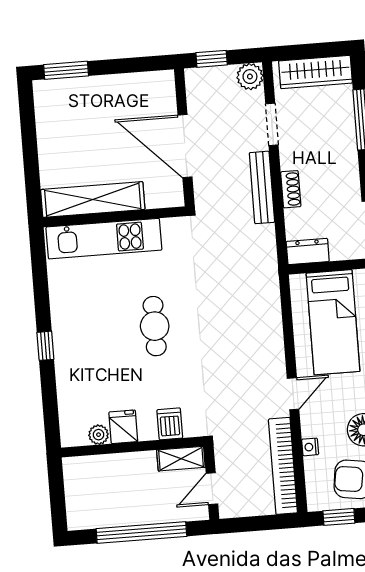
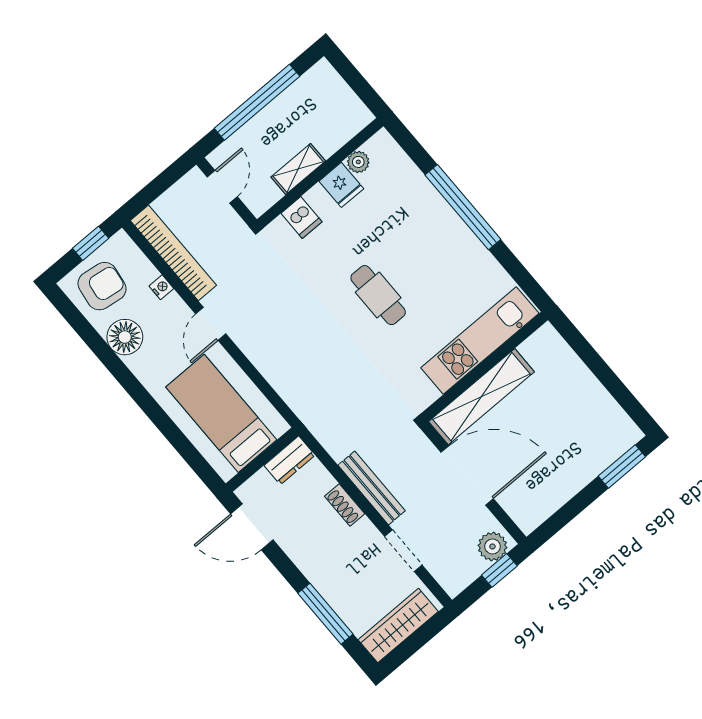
plant: (250, 77) -> (492, 546), moved
shelving: (93, 200) -> (481, 397), moved
window: (45, 346) -> (463, 207), width x3.17
shelving: (181, 459) -> (298, 169), moved

